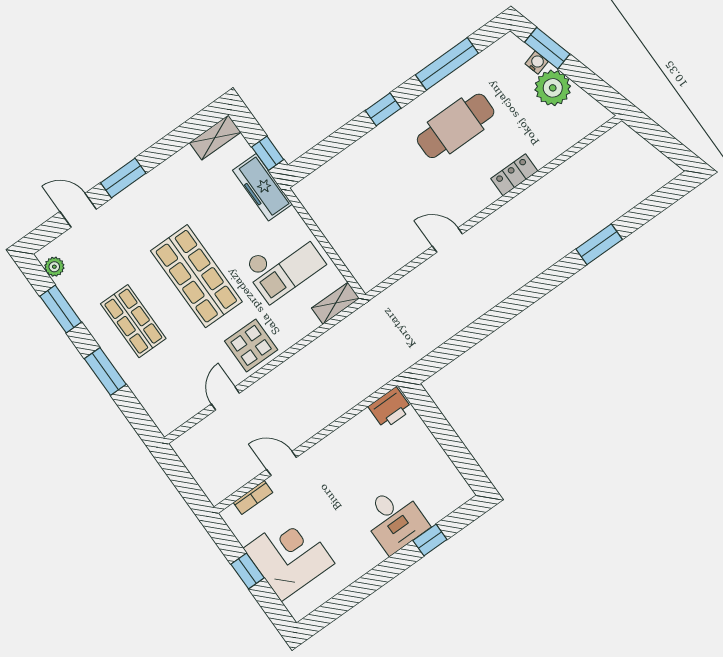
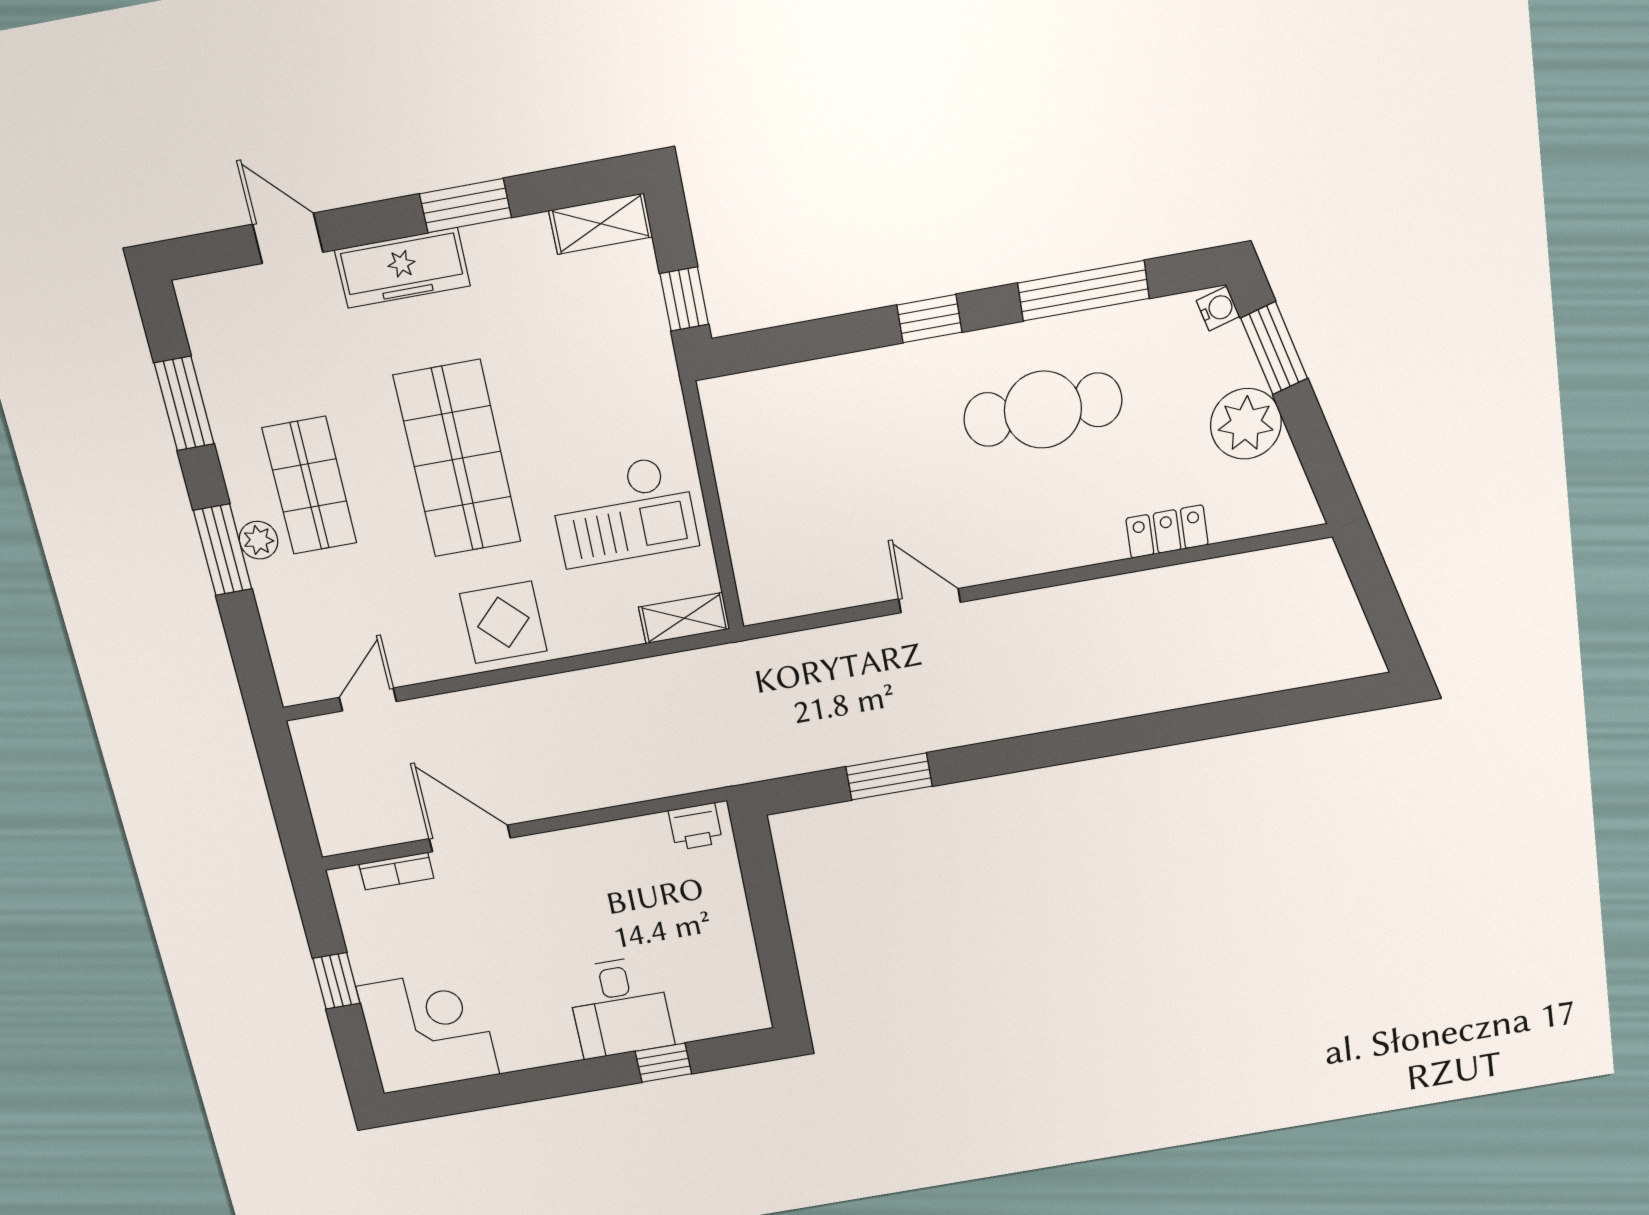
water cooler: (537, 63) -> (1218, 309), moved
locker: (514, 175) -> (1167, 532), moved
window: (123, 178) -> (466, 206), moved
freezer: (262, 187) -> (402, 268), moved, turned -90
window: (599, 244) -> (889, 776), moved
plant: (54, 267) -> (259, 540), moved
door: (225, 398) -> (368, 700), moved
printer: (390, 408) -> (695, 827), width x0.73, depth x0.81
door: (282, 463) -> (470, 838), width x1.37
corner desk: (289, 556) -> (428, 1031), moved

